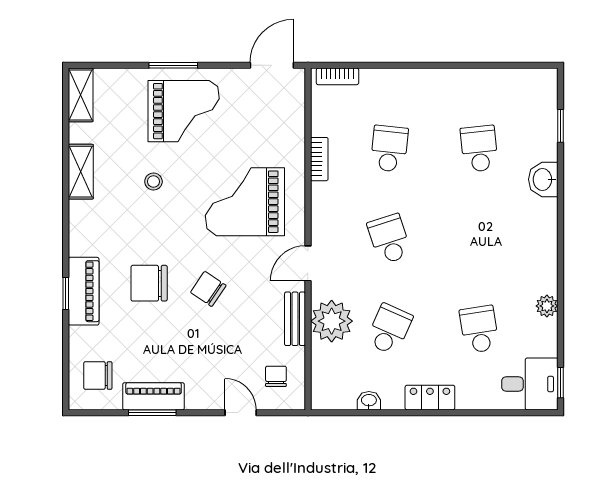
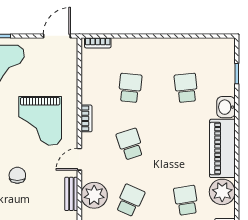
bookcase: (319, 159) -> (86, 118), moved
grand piano: (245, 202) -> (40, 121), turned -90
piano: (537, 246) -> (222, 148), added
chair: (208, 289) -> (17, 175), turned 56
plant: (547, 306) -> (222, 192), width x1.87, depth x1.87

